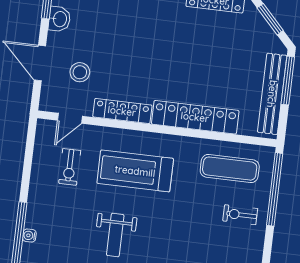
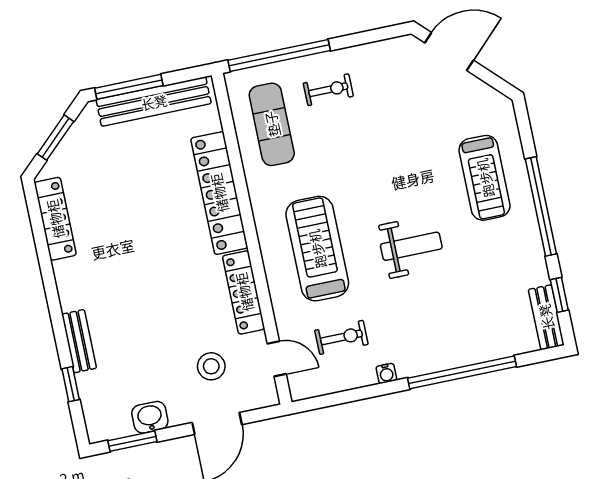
treadmill: (135, 171) -> (317, 249), turned 180
exercise bike: (240, 215) -> (328, 90), turned -90
water cooler: (29, 236) -> (386, 373), moved

